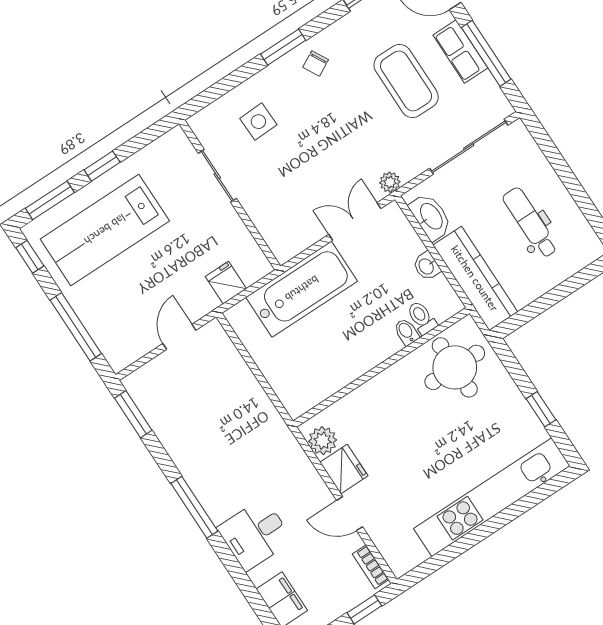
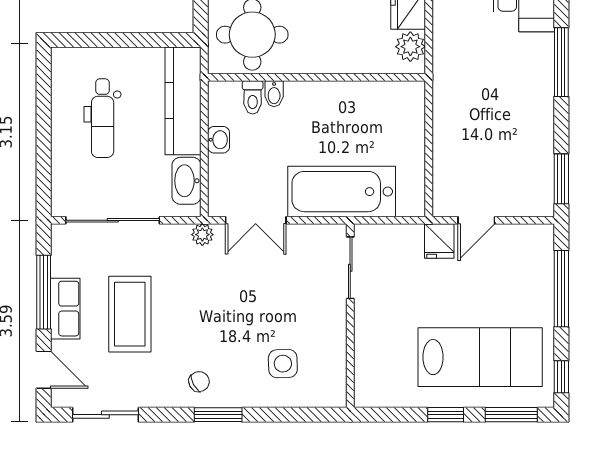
sliding door: (217, 176) -> (350, 268), moved
fridge: (226, 283) -> (439, 241), moved

